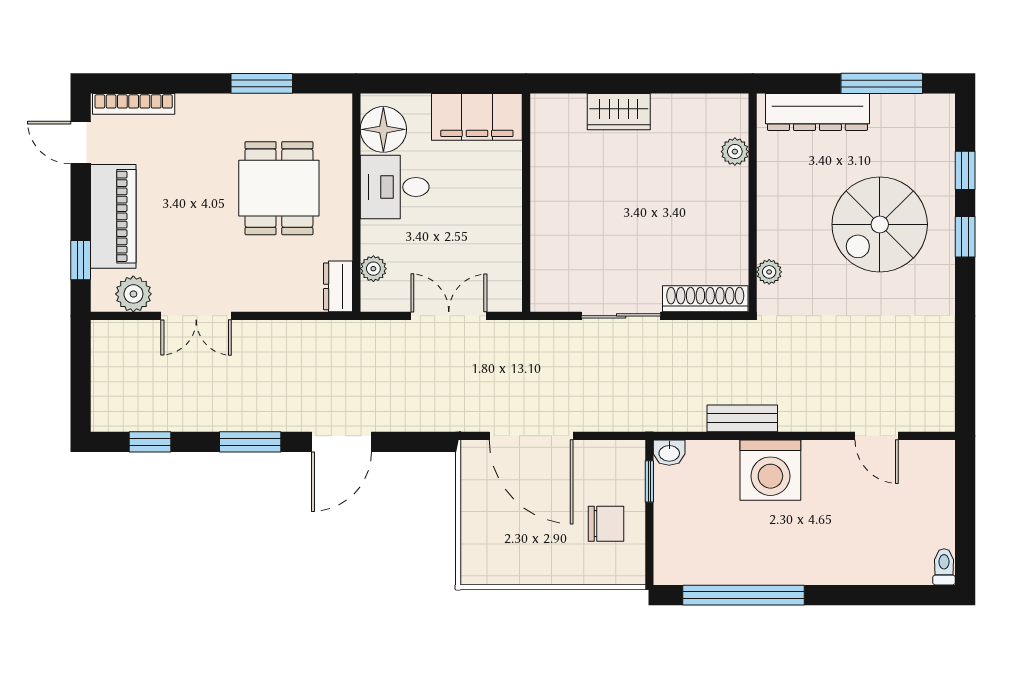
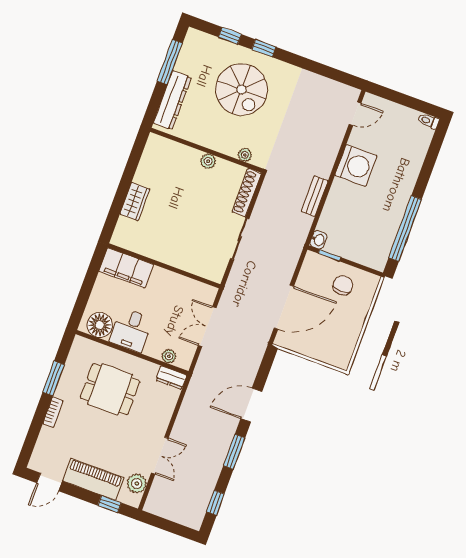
bookcase: (134, 104) -> (53, 412), moved, width x0.64
filing cabinet: (477, 117) -> (126, 268), moved, turned 90
plant: (735, 152) -> (208, 161), moved
door: (877, 436) -> (355, 114), moved
door: (341, 442) -> (251, 405), swing flipped
washing machine: (770, 470) -> (356, 165), moved

